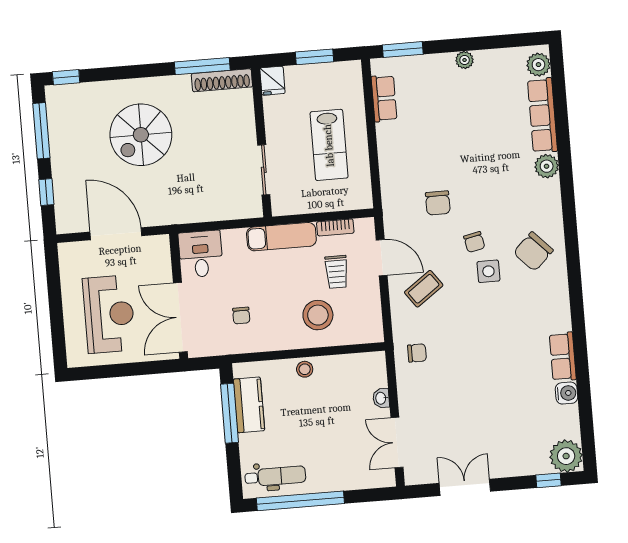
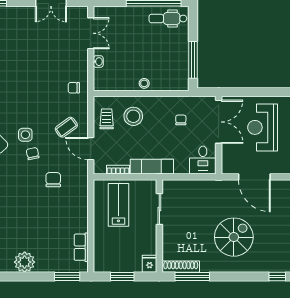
plant: (465, 60) -> (25, 262), width x1.88, depth x1.88
lab bench: (329, 145) -> (118, 205), moved
trolley: (337, 272) -> (107, 119), moved
kitchen counter: (249, 405) -> (181, 64), removed

